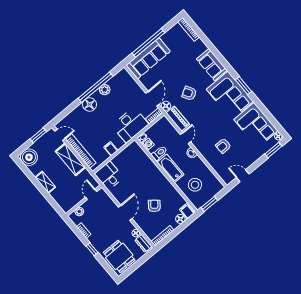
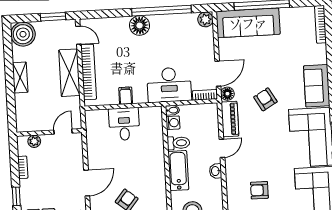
plant: (105, 90) -> (205, 19), moved
desk: (109, 176) -> (124, 124), moved

